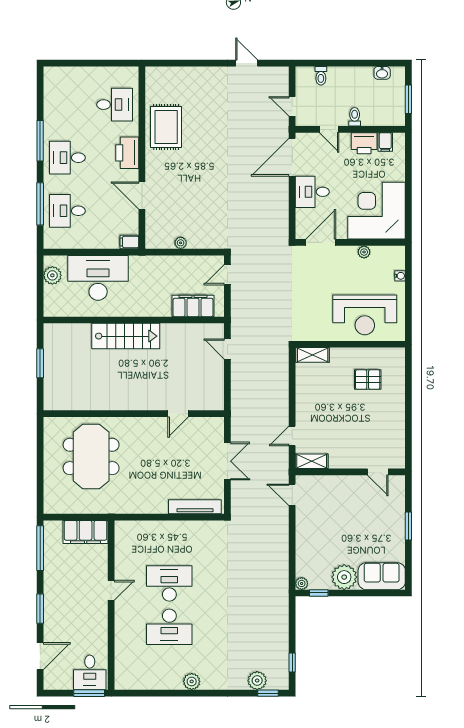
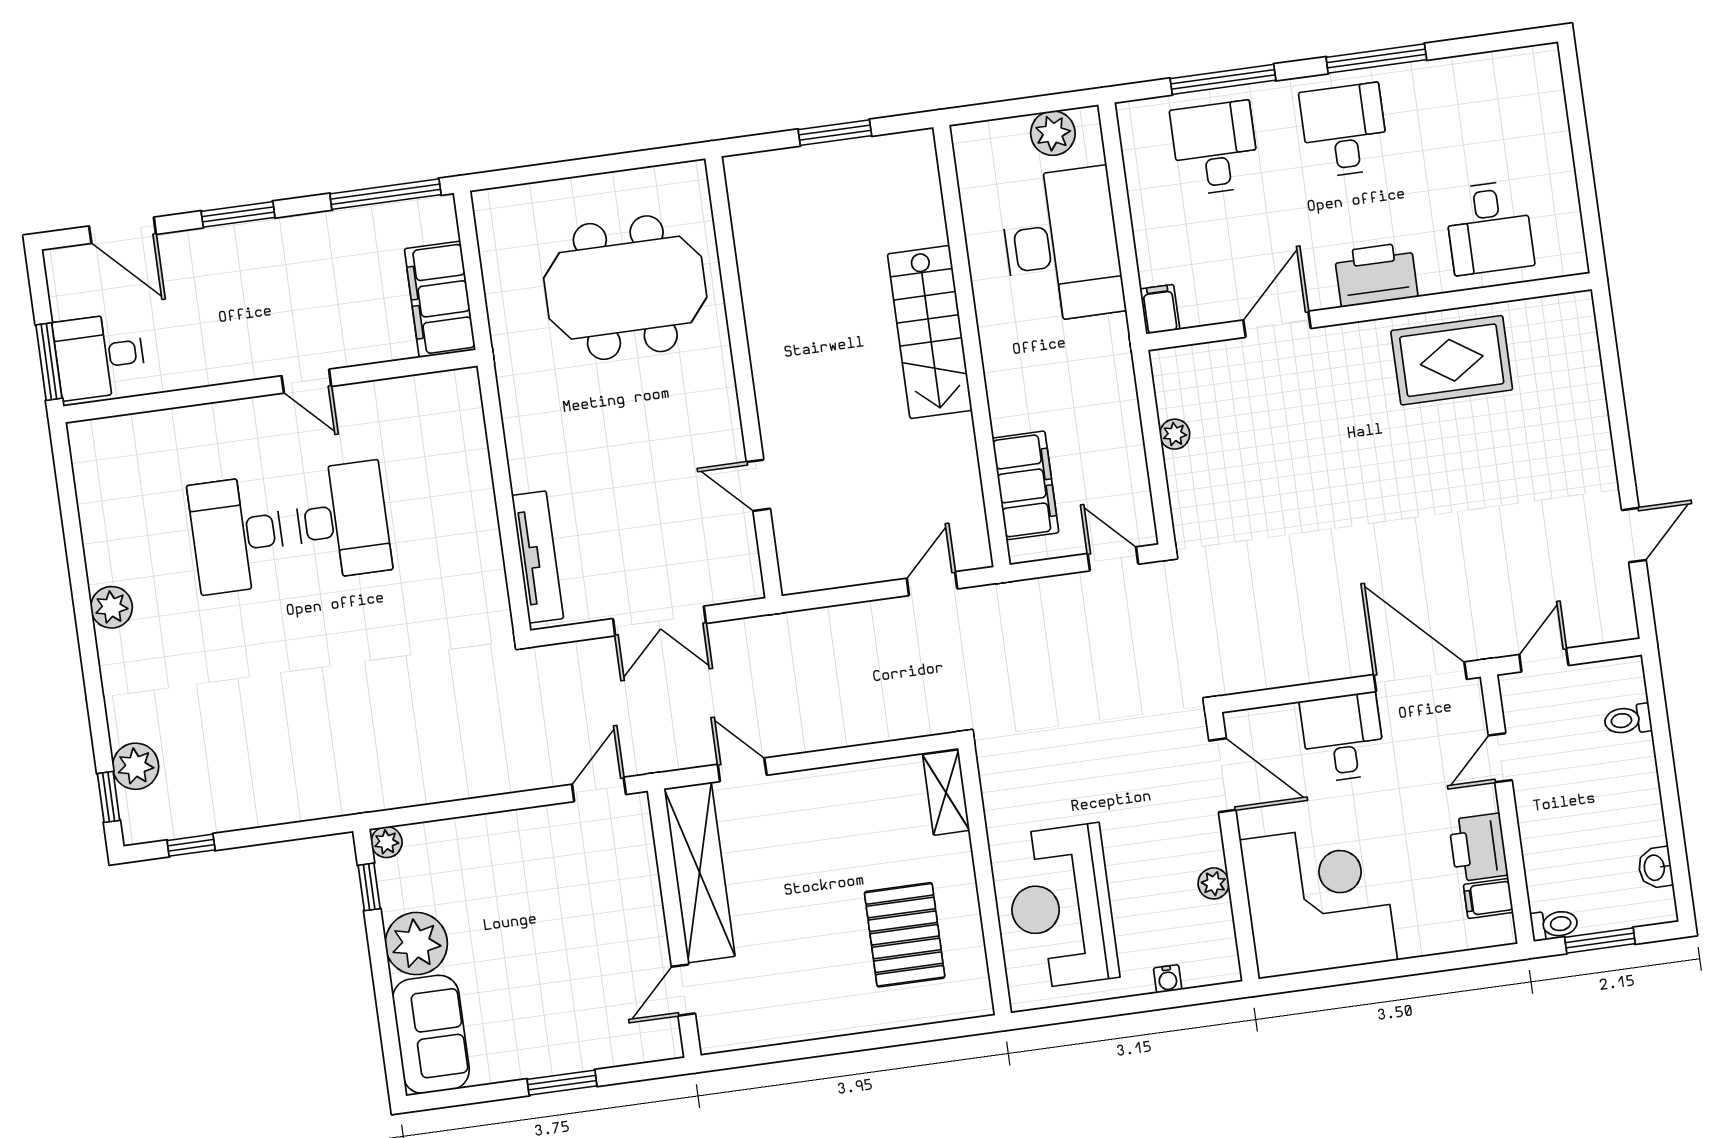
toilet: (355, 117) -> (1554, 925), moved
pallet: (368, 380) -> (905, 935), width x1.50, depth x1.42
shelving: (312, 461) -> (700, 872), width x2.20, depth x1.33

